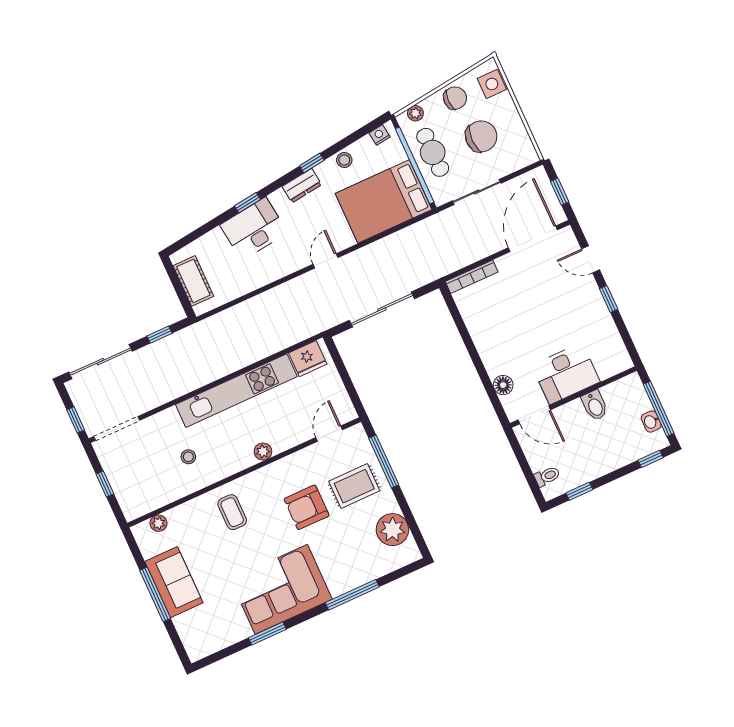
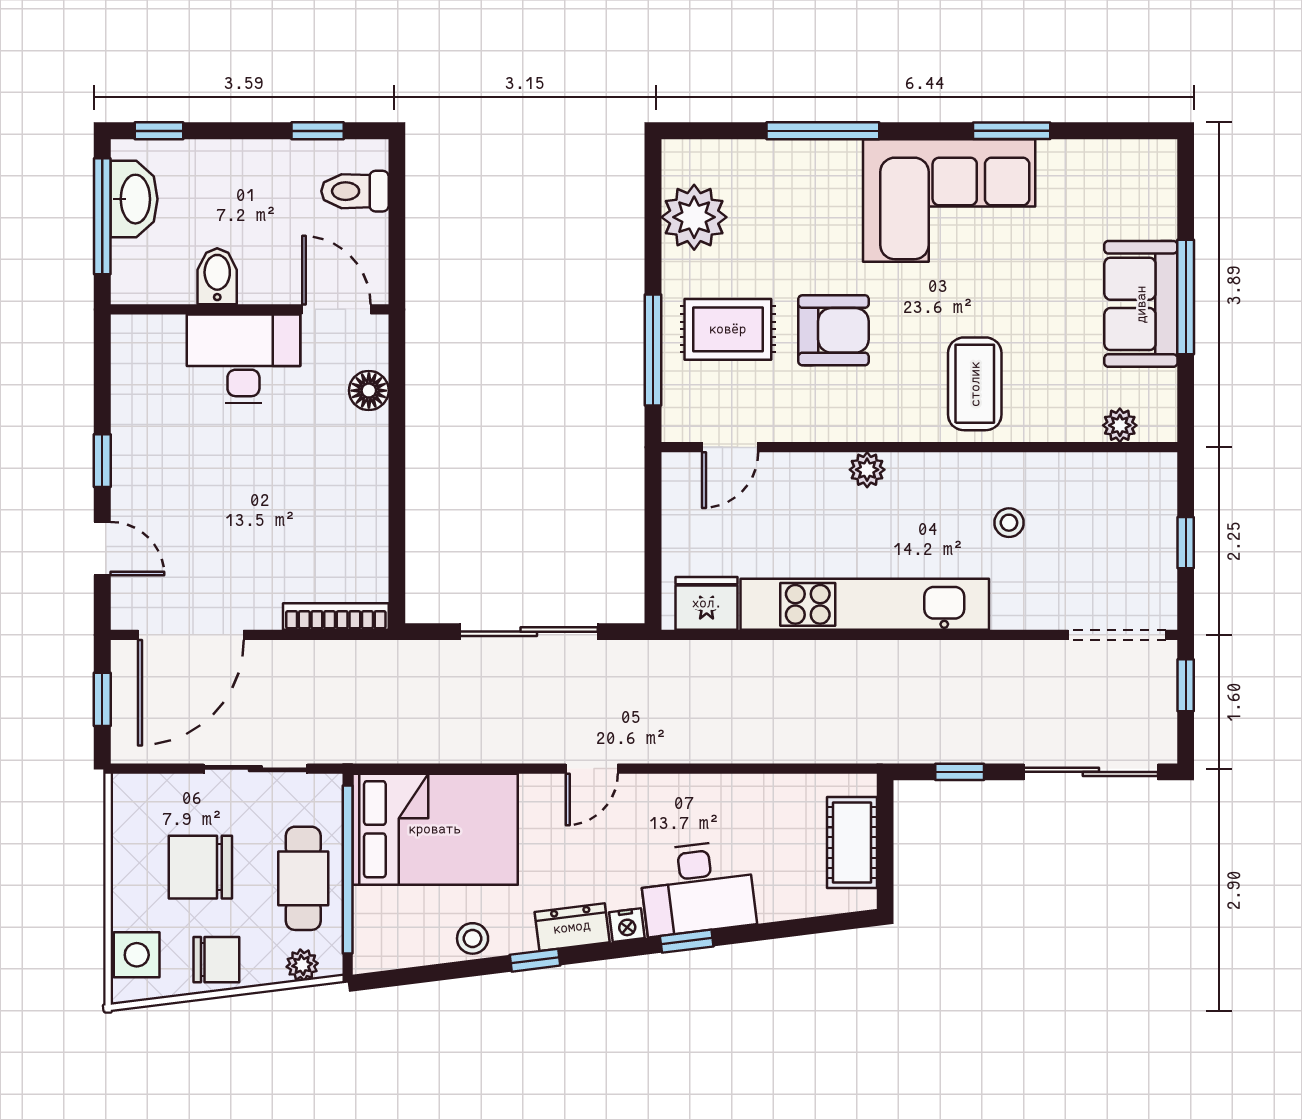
chair: (455, 98) -> (216, 960), turned 180
nightstand: (379, 135) -> (627, 925), moved
washbasin: (651, 422) -> (134, 199), width x1.91, depth x1.45
toilet: (547, 476) -> (355, 191), width x1.37, depth x1.39
coffee table: (232, 512) -> (975, 384), width x1.36, depth x1.30

